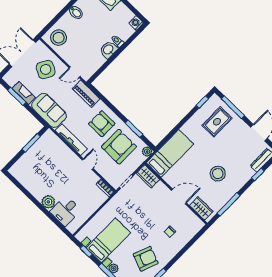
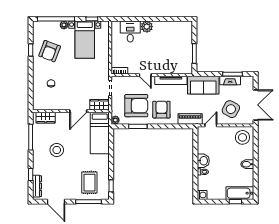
armchair: (102, 124) -> (161, 110), turned -90
armchair: (119, 147) -> (136, 106), turned -90
door: (179, 197) -> (78, 111), moved

